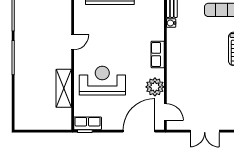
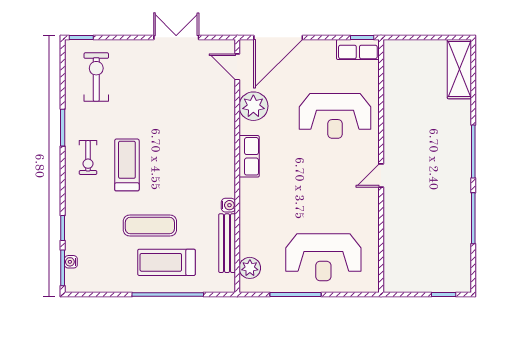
shelving: (64, 88) -> (459, 69), moved

